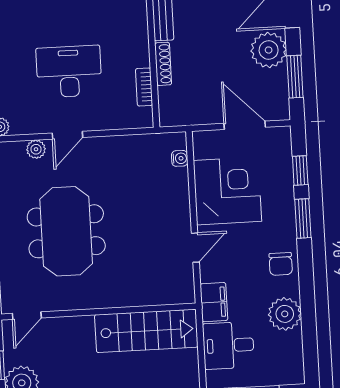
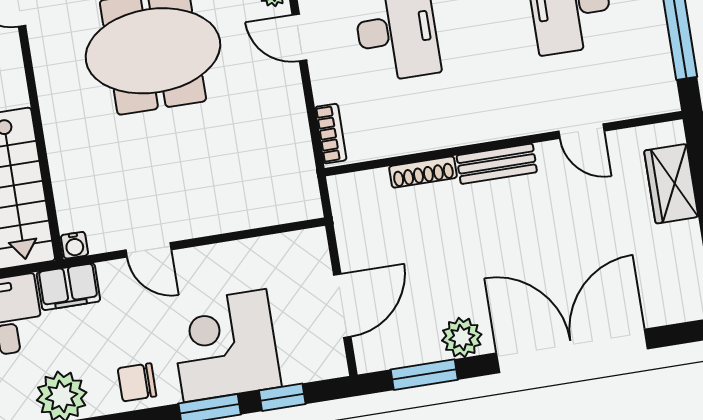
plant: (269, 50) -> (462, 337), width x0.73, depth x0.73
bookcase: (144, 87) -> (331, 134), moved, turned 90
water cooler: (180, 158) -> (74, 245), moved
corner desk: (227, 191) -> (225, 346), moved, turned 180

